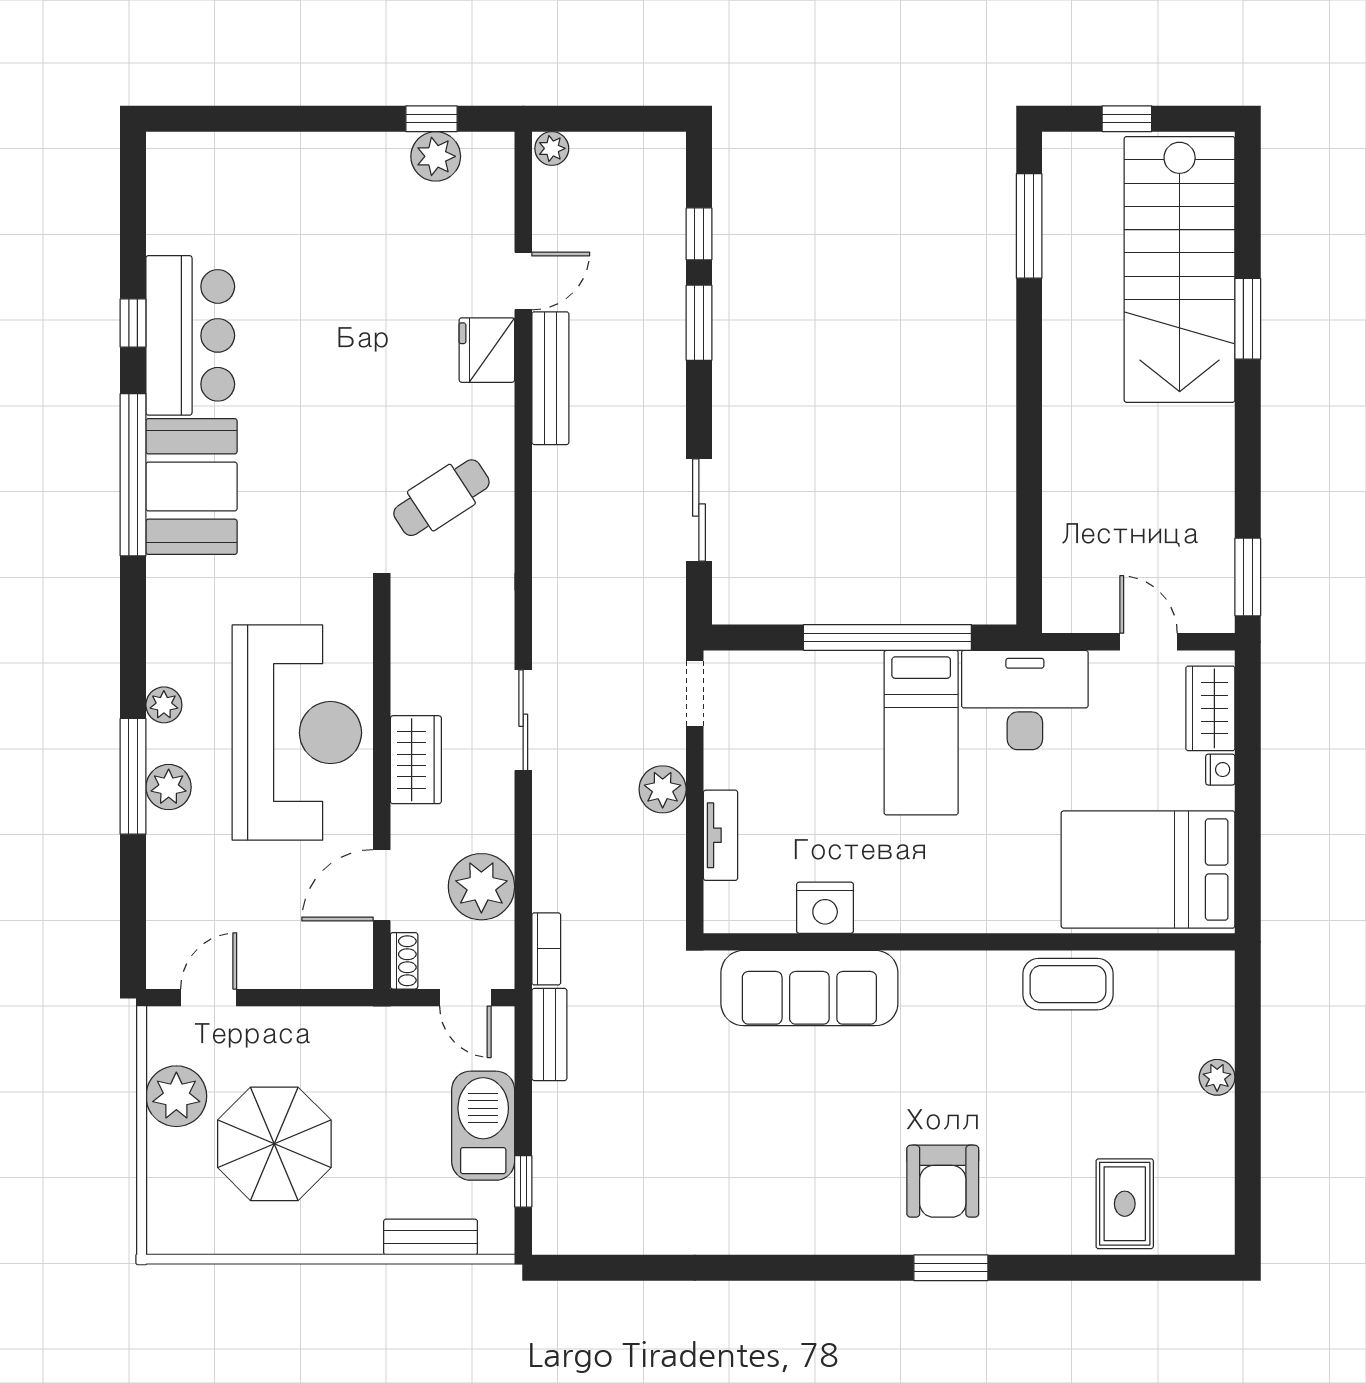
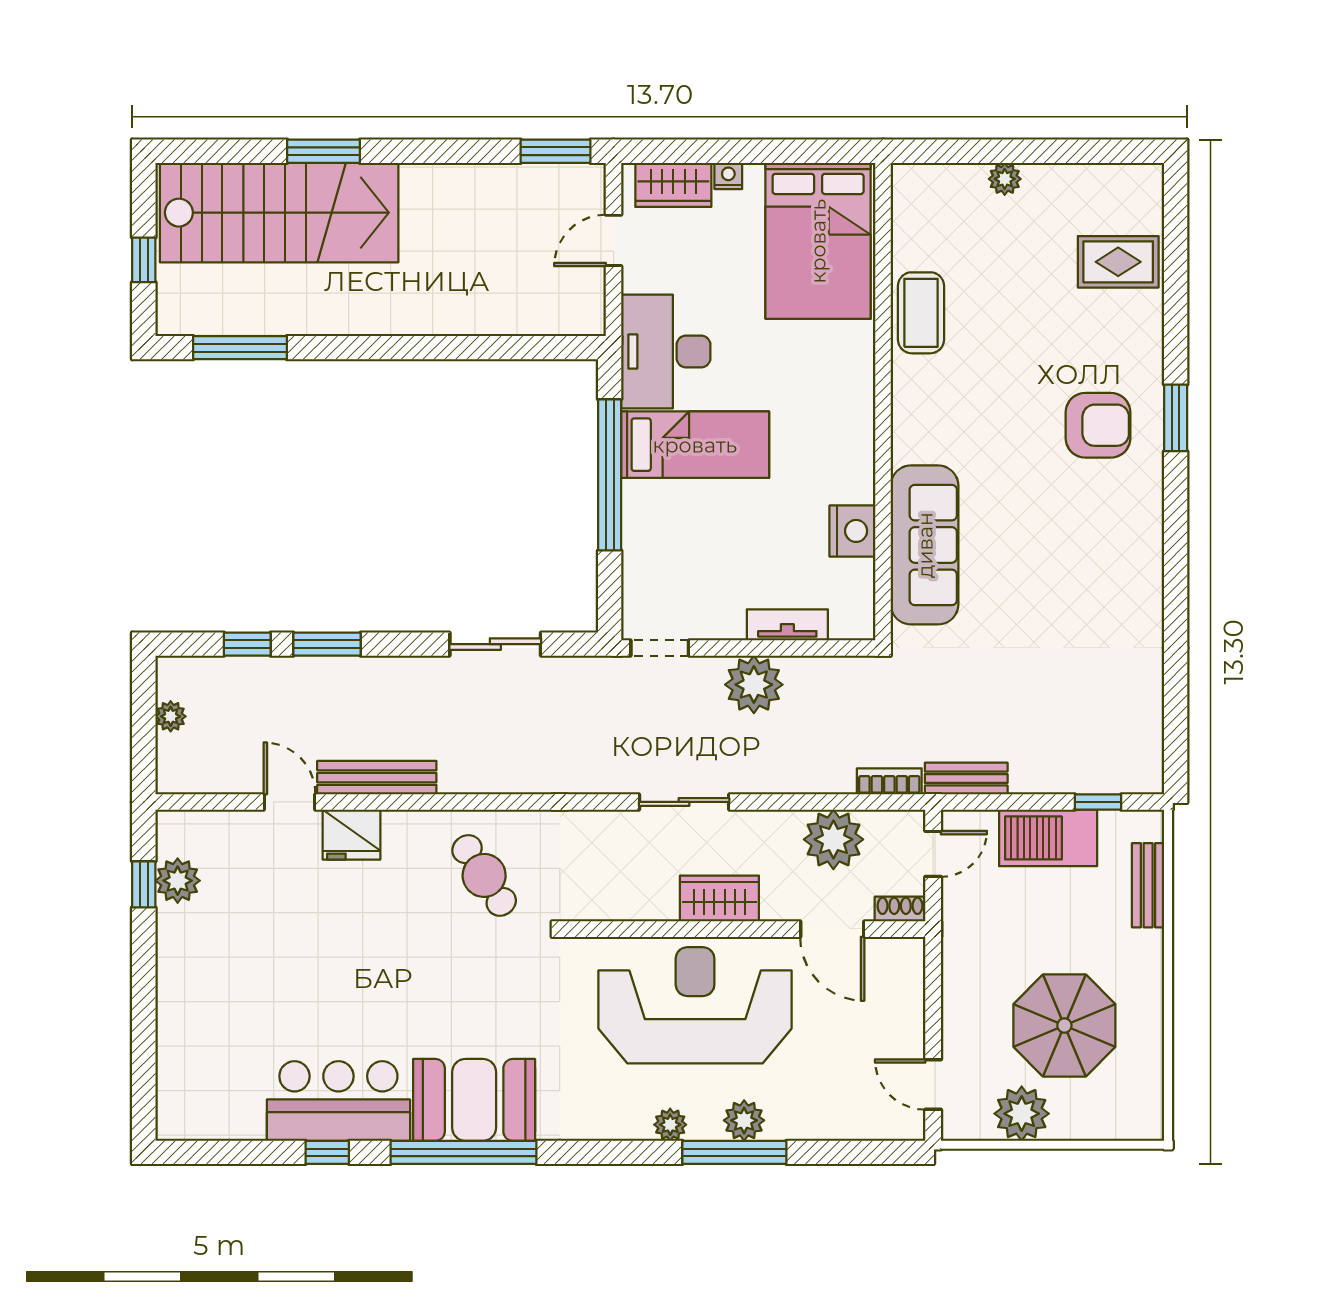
plant: (552, 148) -> (171, 716), moved
plant: (663, 789) -> (754, 685), width x1.36, depth x1.36

